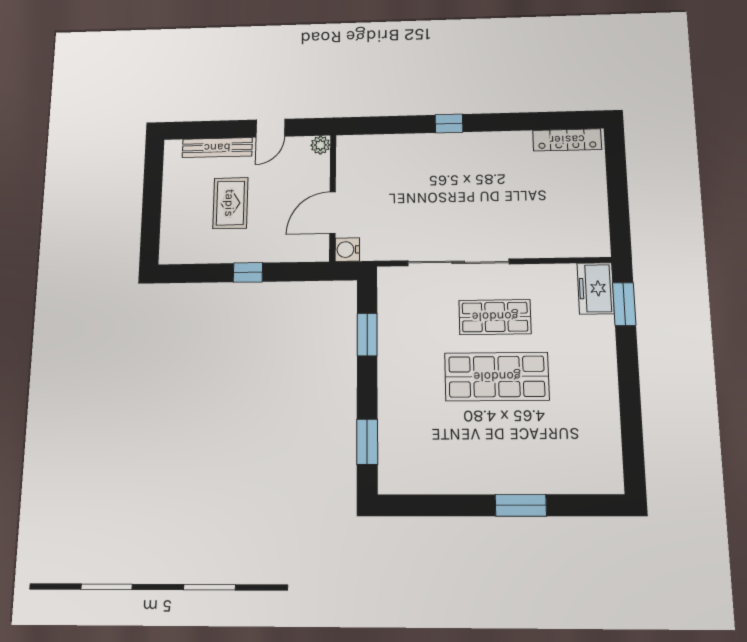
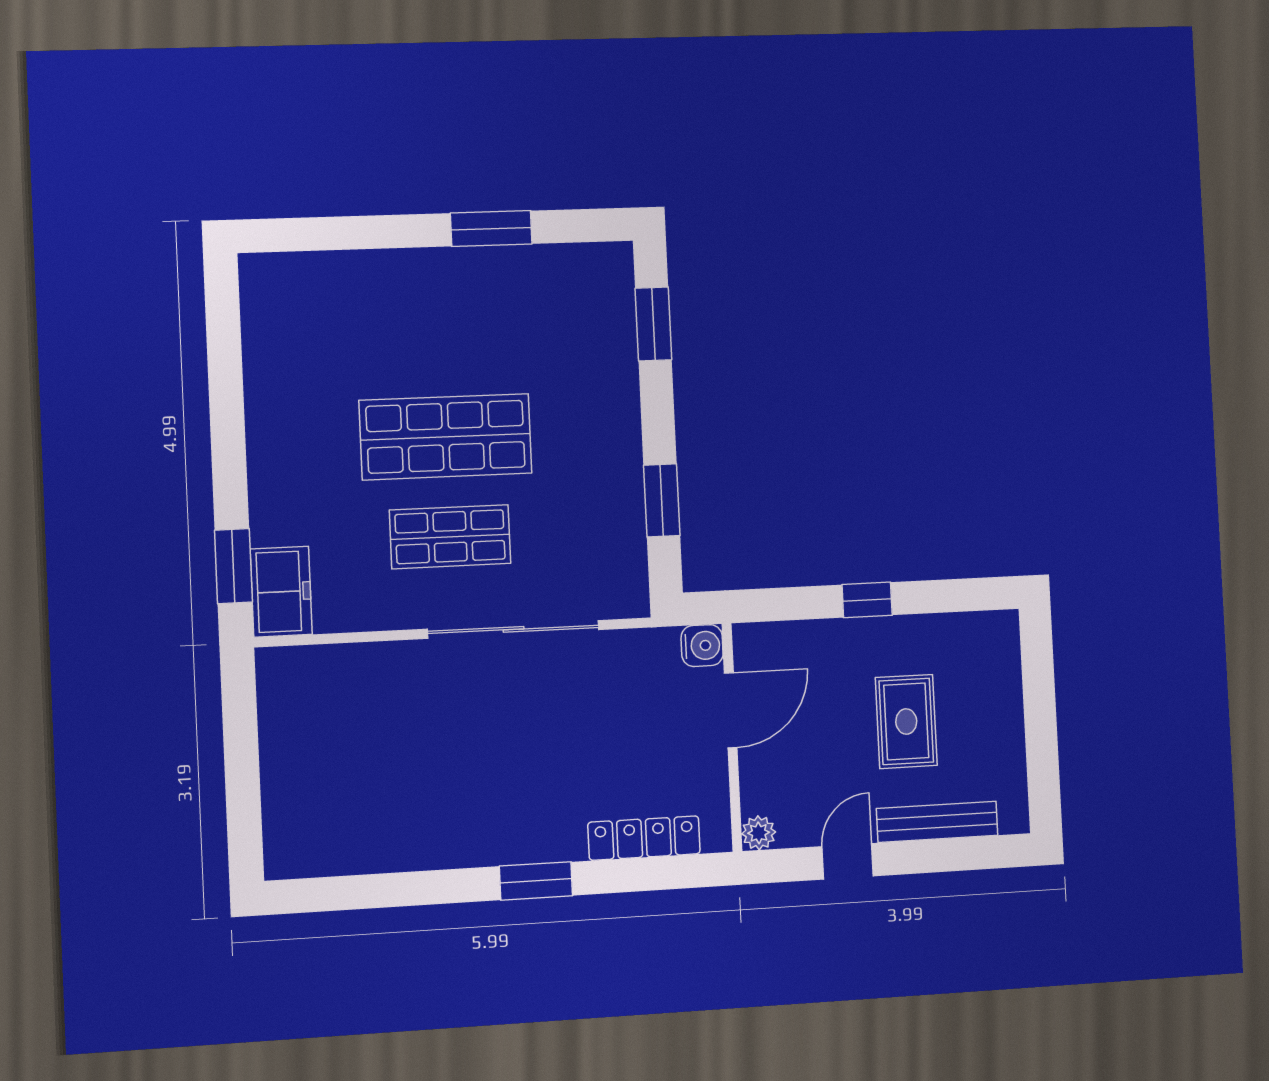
window: (449, 123) -> (536, 881), width x1.50
locker: (567, 140) -> (644, 838), moved
window: (521, 505) -> (491, 229), moved

